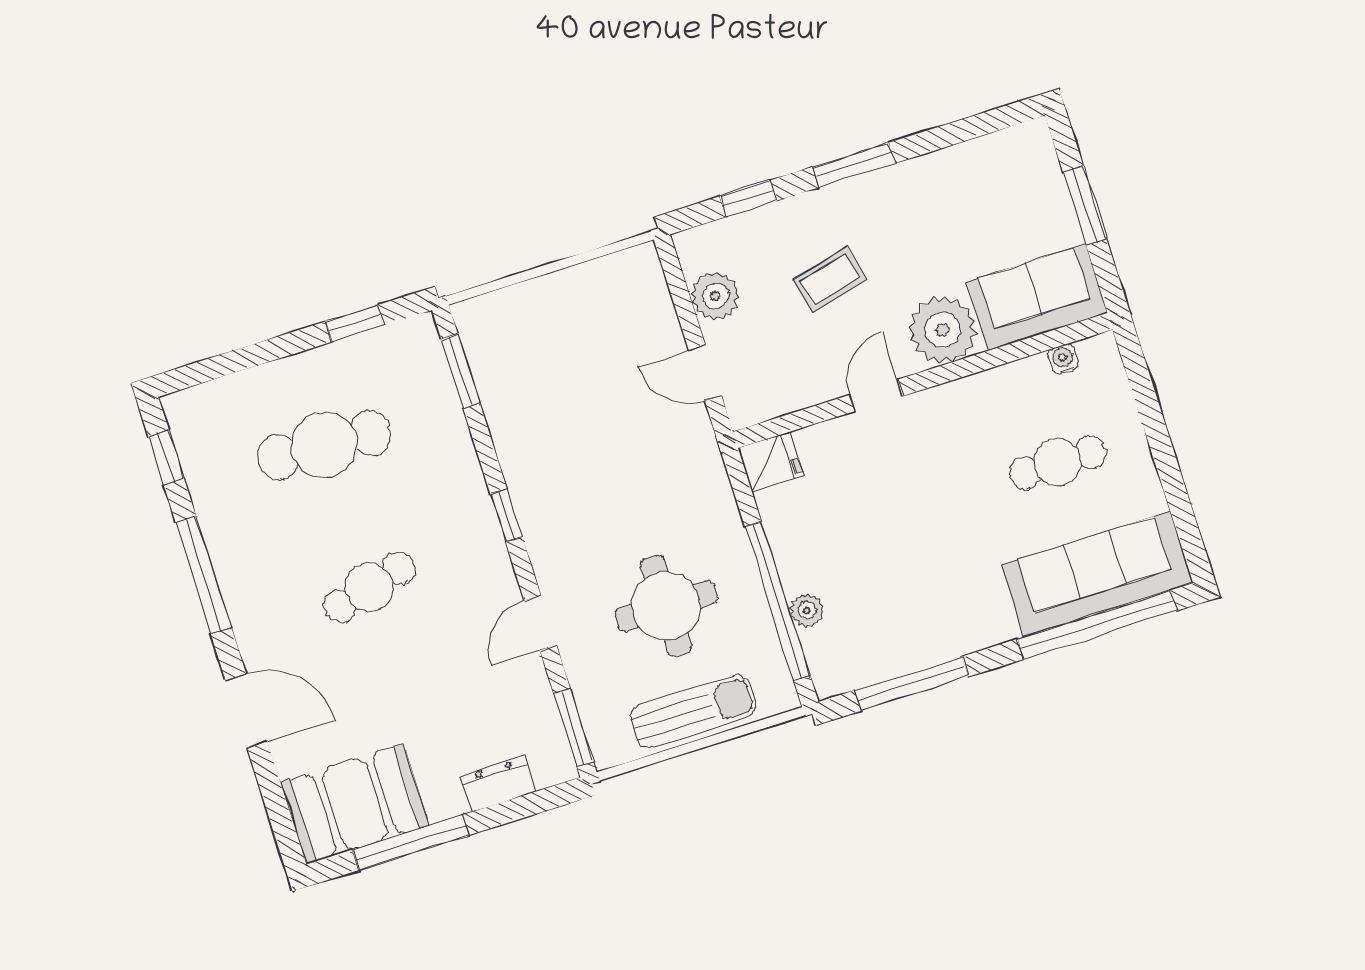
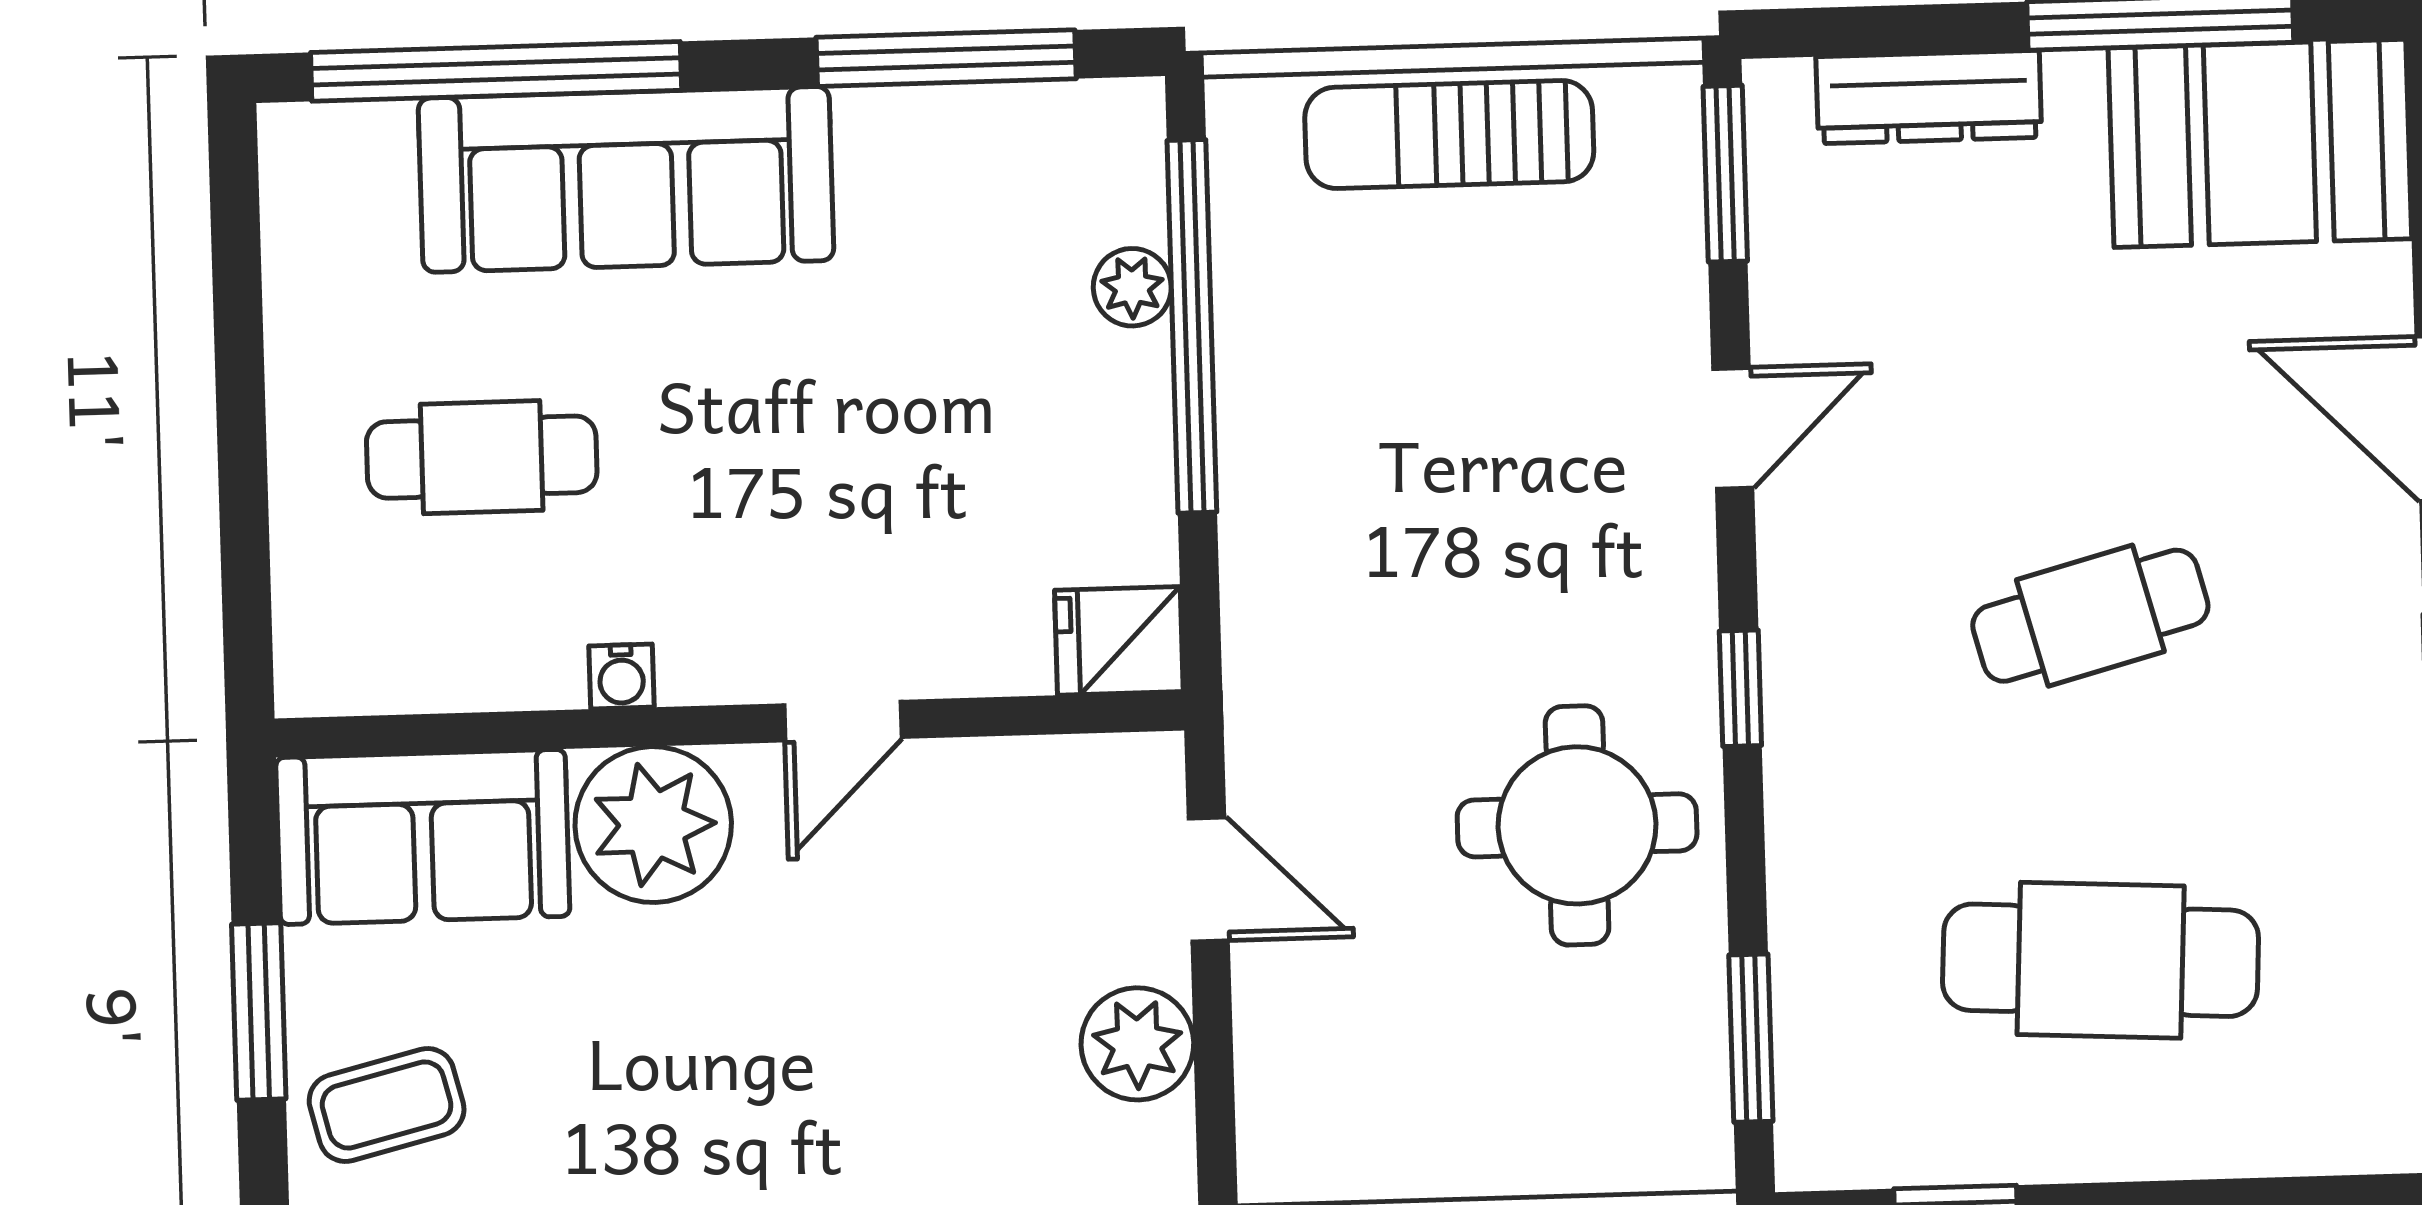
coffee table: (830, 280) -> (387, 1105), moved
water cooler: (1063, 359) -> (621, 677), moved
sofa: (1097, 574) -> (626, 179), moved
round table: (666, 606) -> (1577, 825), moved
dresser: (498, 784) -> (1929, 97), width x1.44

